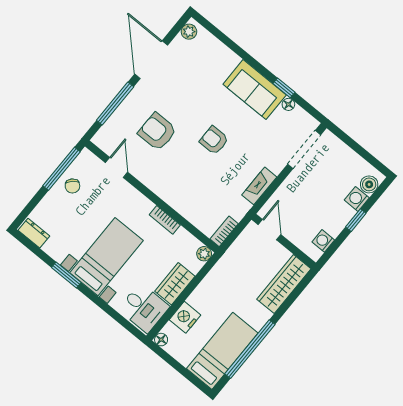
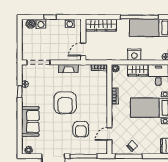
sofa: (255, 90) -> (30, 121), moved
armchair: (214, 140) -> (65, 103), width x1.88, depth x1.88
nightstand: (185, 317) -> (134, 55), moved

